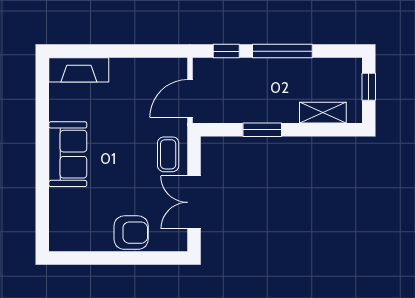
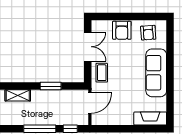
sofa: (68, 154) -> (156, 73), width x1.36
armchair: (83, 228) -> (148, 33), added
armchair: (131, 233) -> (122, 30), turned -90

